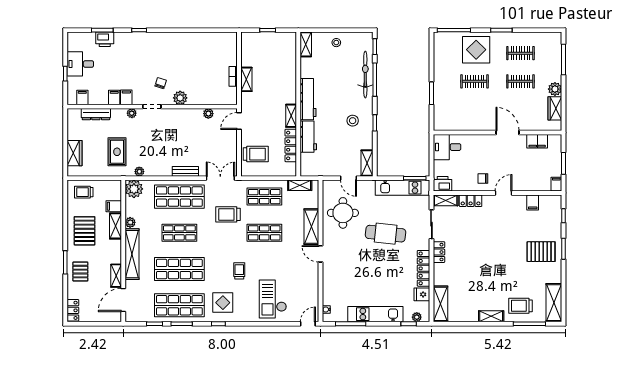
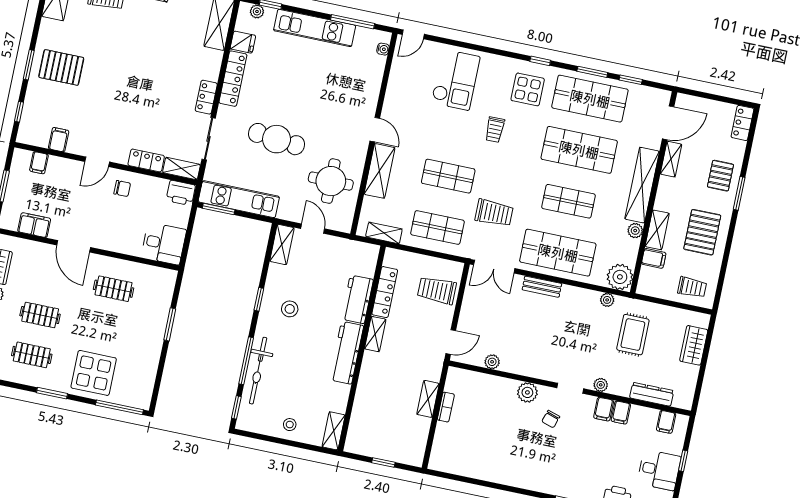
clothes rail: (475, 81) -> (114, 289), moved
filing cabinet: (556, 184) -> (39, 163), moved

